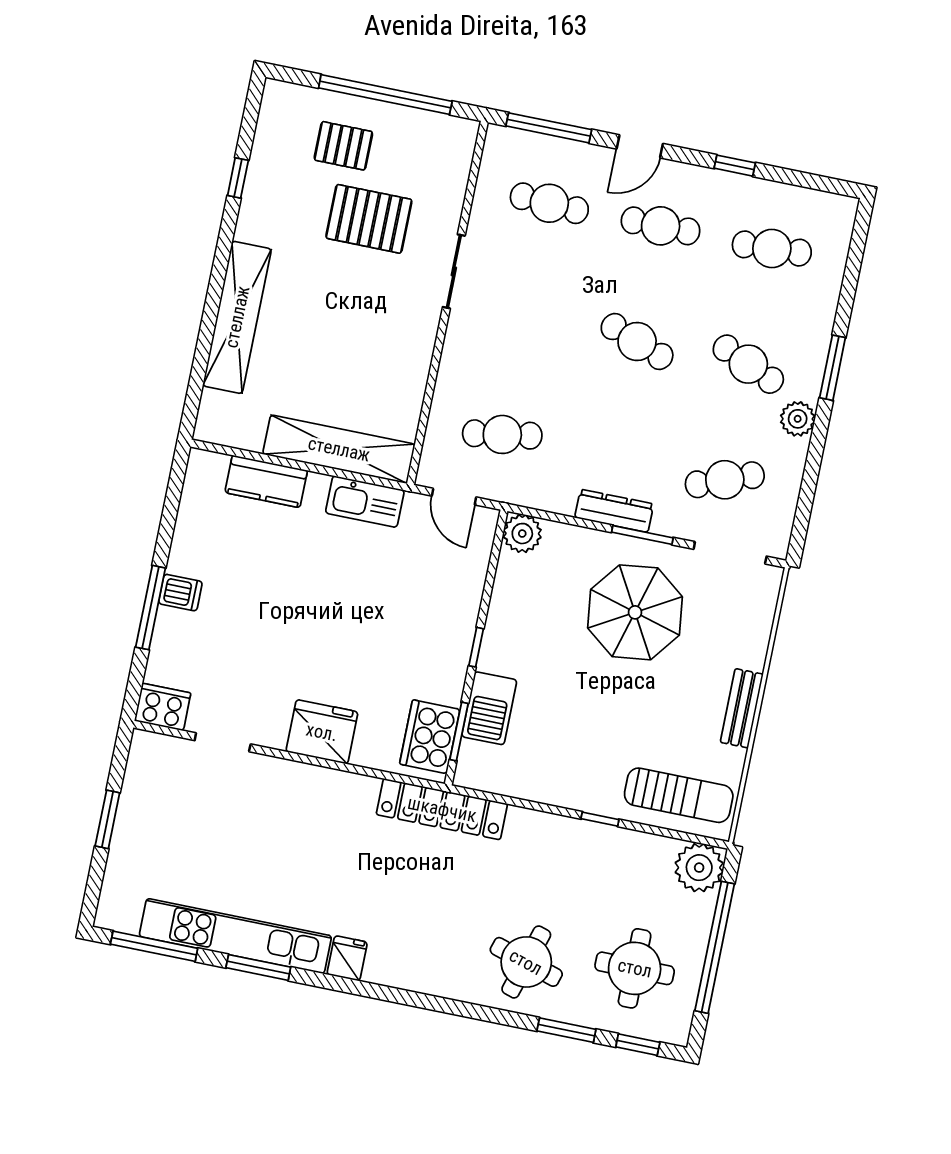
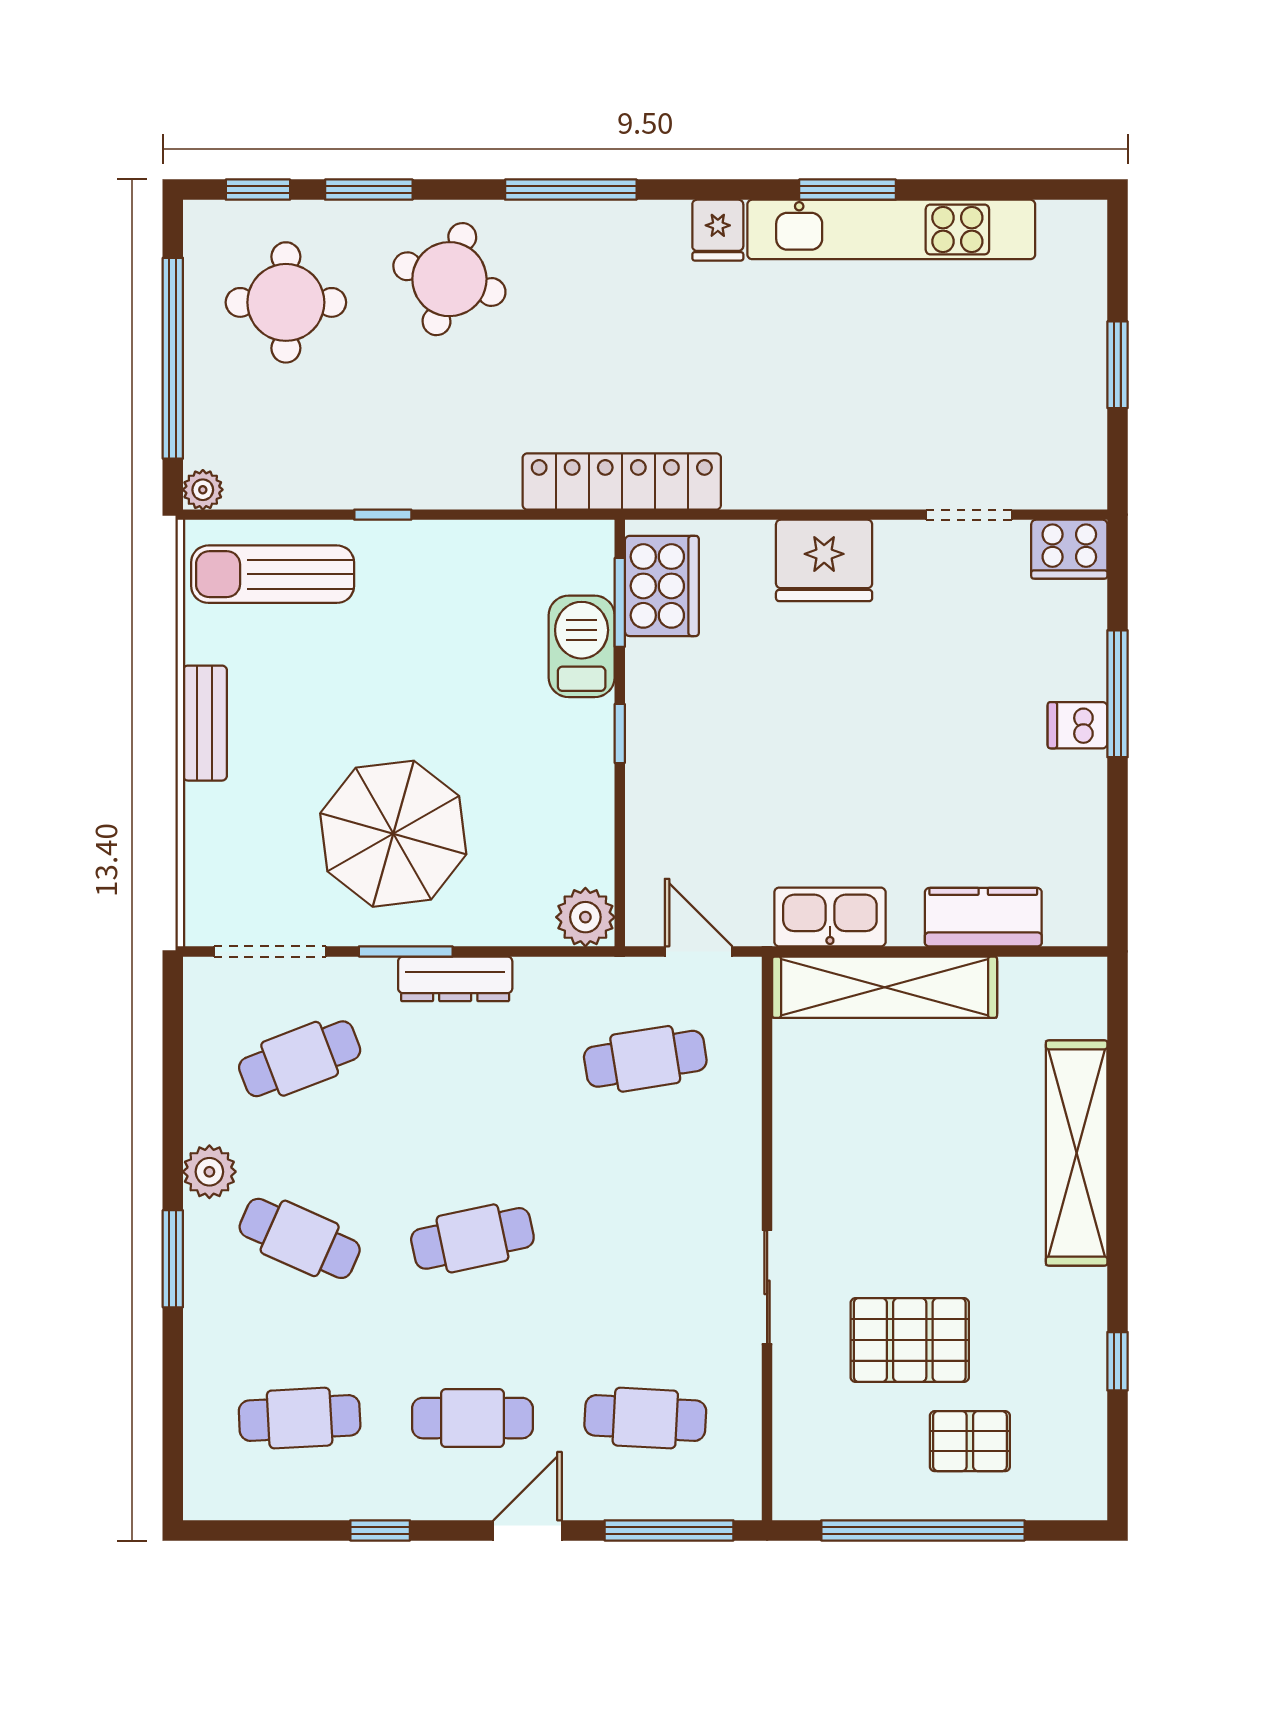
cafe table: (637, 341) -> (472, 1238), turned -33
plant: (699, 868) -> (203, 490), width x0.53, depth x0.53
window: (154, 946) -> (571, 190), moved

